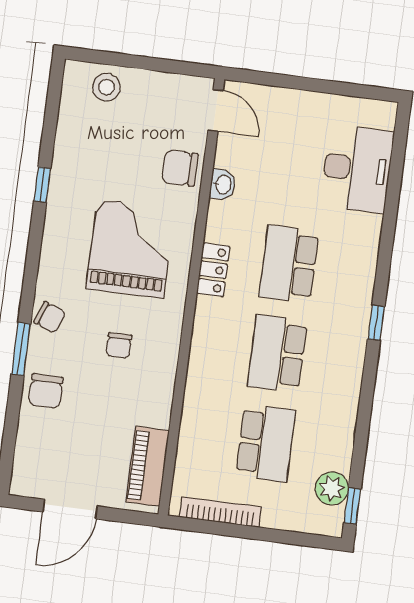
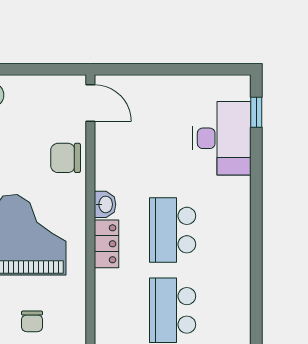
washbasin: (223, 184) -> (105, 204), moved
window: (376, 323) -> (256, 112), moved

